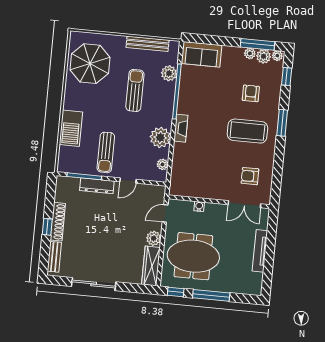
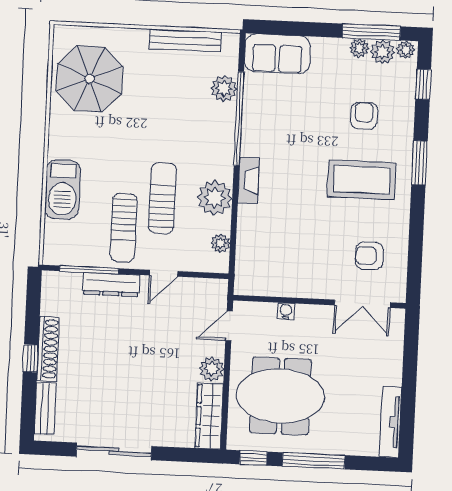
sun lounger: (135, 90) -> (162, 198), moved
tv unit: (260, 251) -> (391, 422), moved

